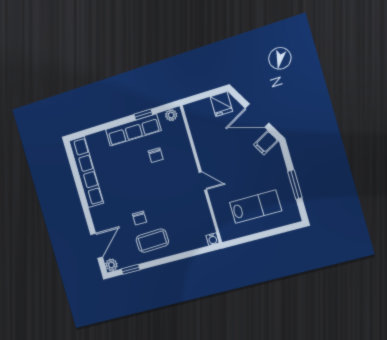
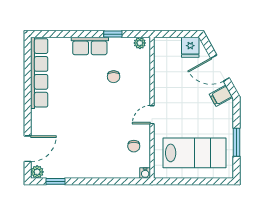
row of seats: (133, 130) -> (90, 46), width x0.68
door: (203, 181) -> (152, 115), swing flipped
lab bench: (255, 207) -> (195, 153), width x1.36, depth x1.39
chair: (139, 218) -> (134, 146), moved
coffee table: (152, 241) -> (86, 159), removed

